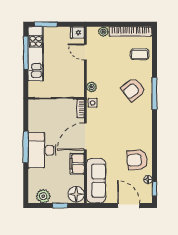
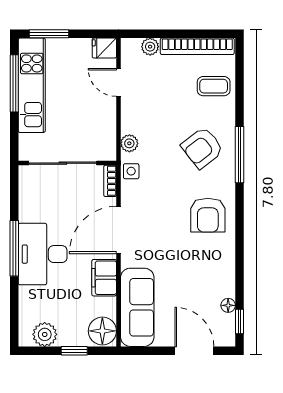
armchair: (137, 160) -> (208, 215), moved, turned -85

